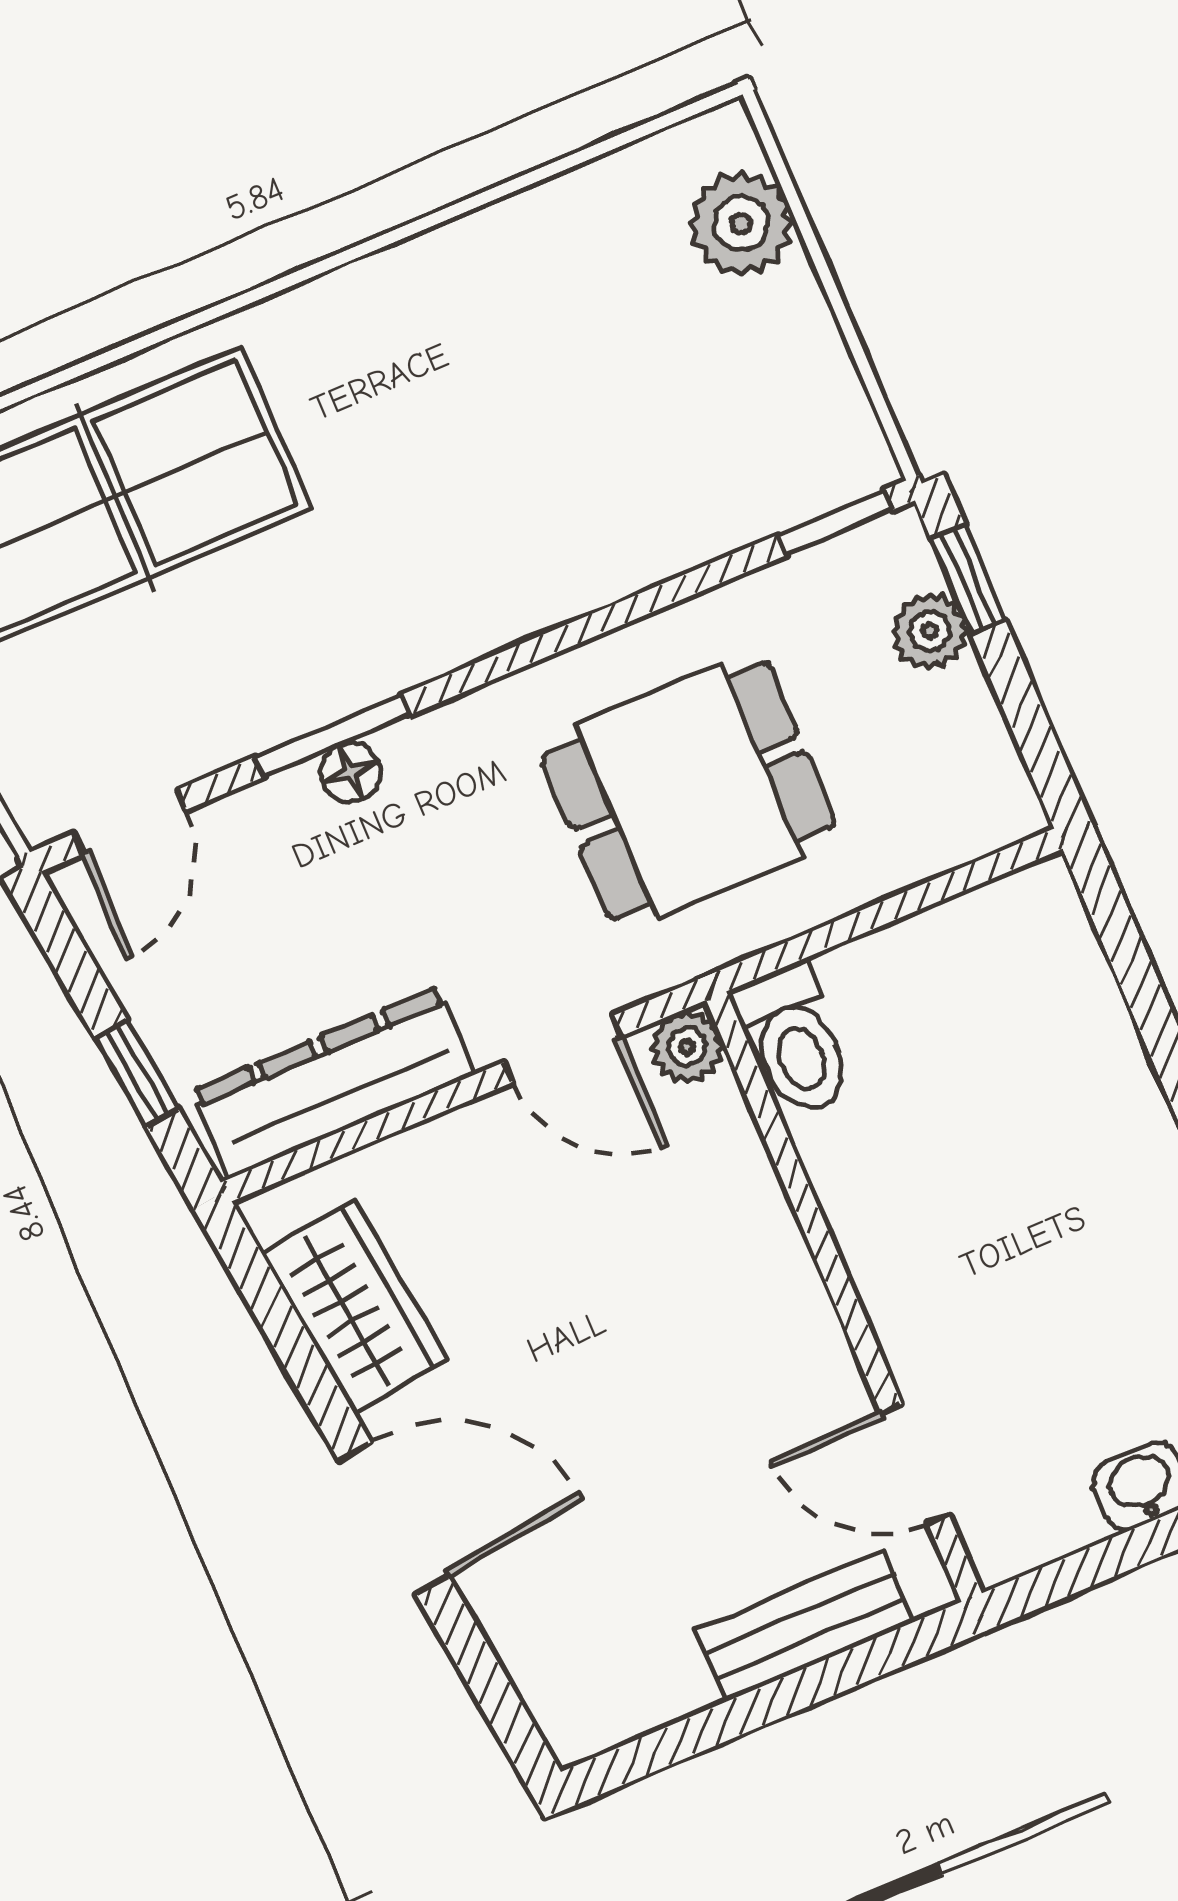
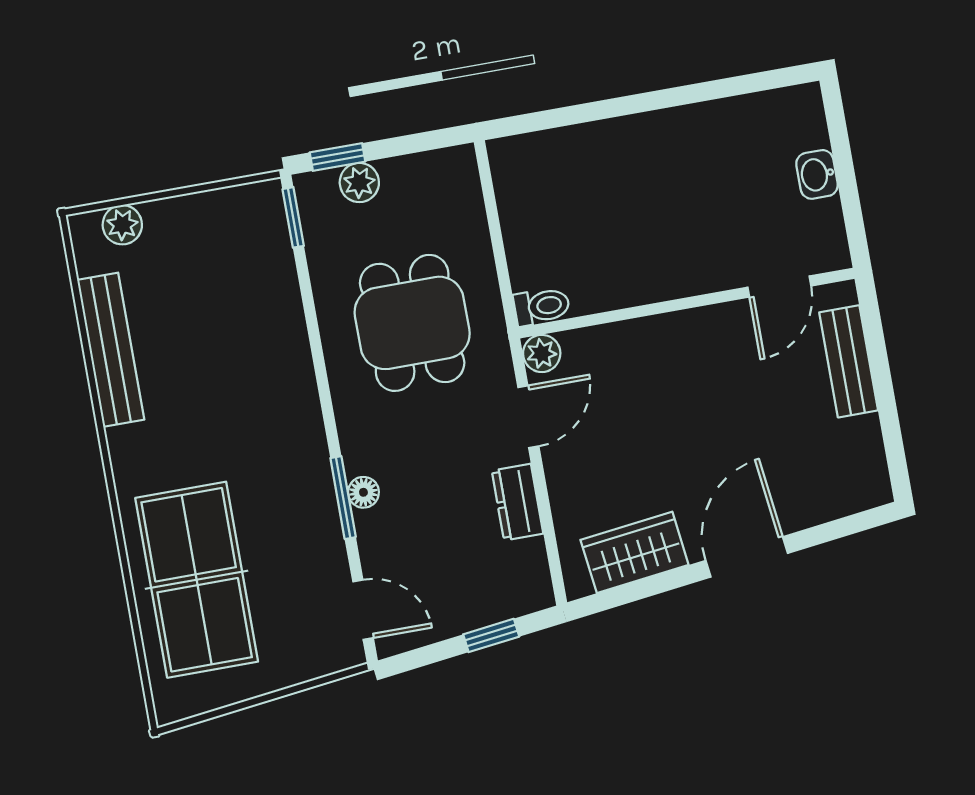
plant: (741, 223) -> (122, 225), width x0.73, depth x0.73
bench: (509, 237) -> (111, 350), added
toilet: (794, 1040) -> (542, 306), width x0.73, depth x0.72
dresser: (334, 1082) -> (518, 502), width x0.51, depth x0.80

